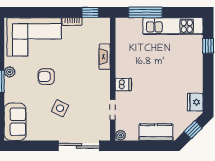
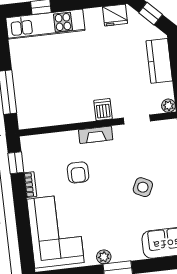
kitchen unit: (173, 26) -> (45, 24), moved, turned 90
fireplace: (105, 57) -> (96, 135), moved
armchair: (46, 77) -> (78, 172), moved

